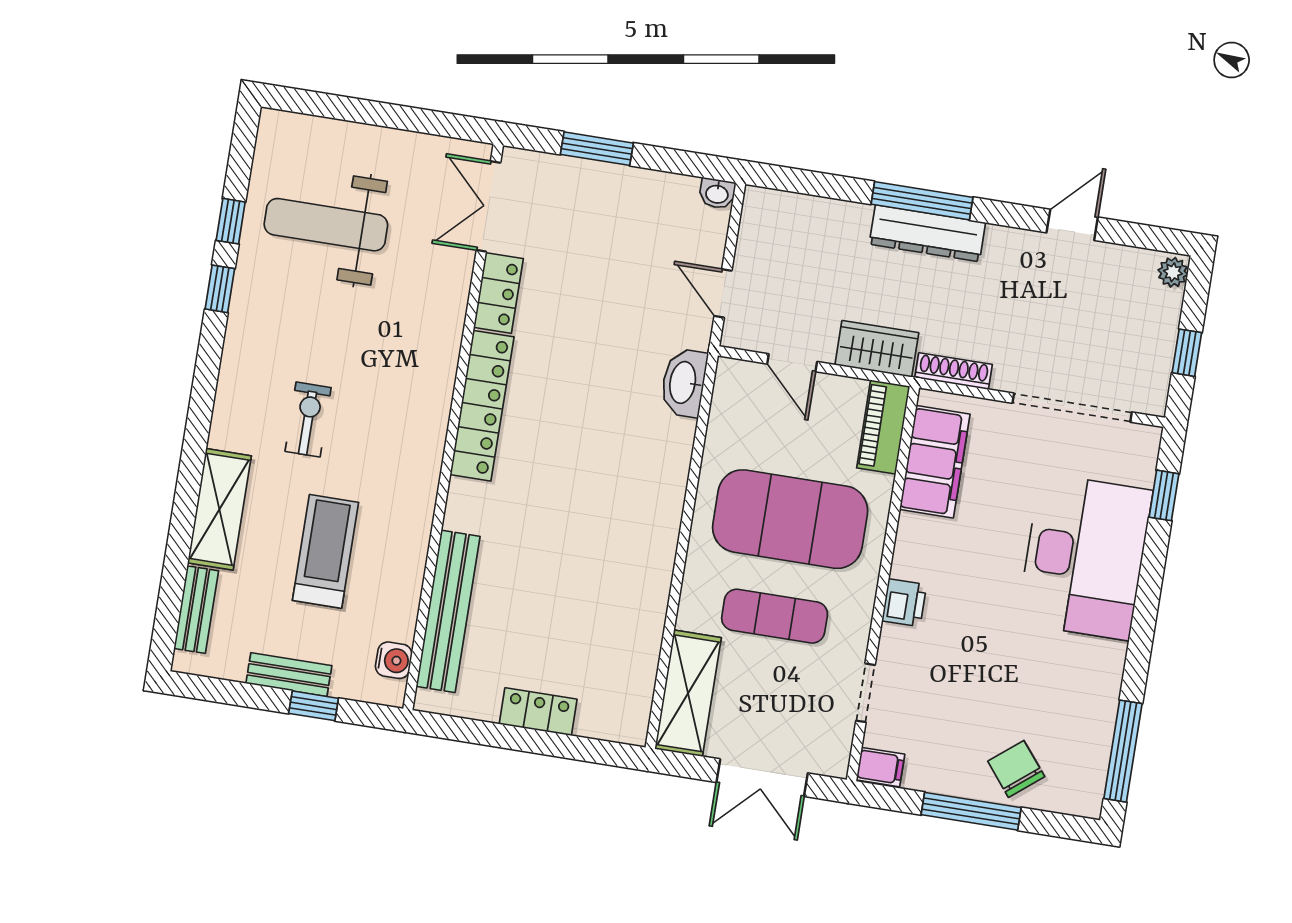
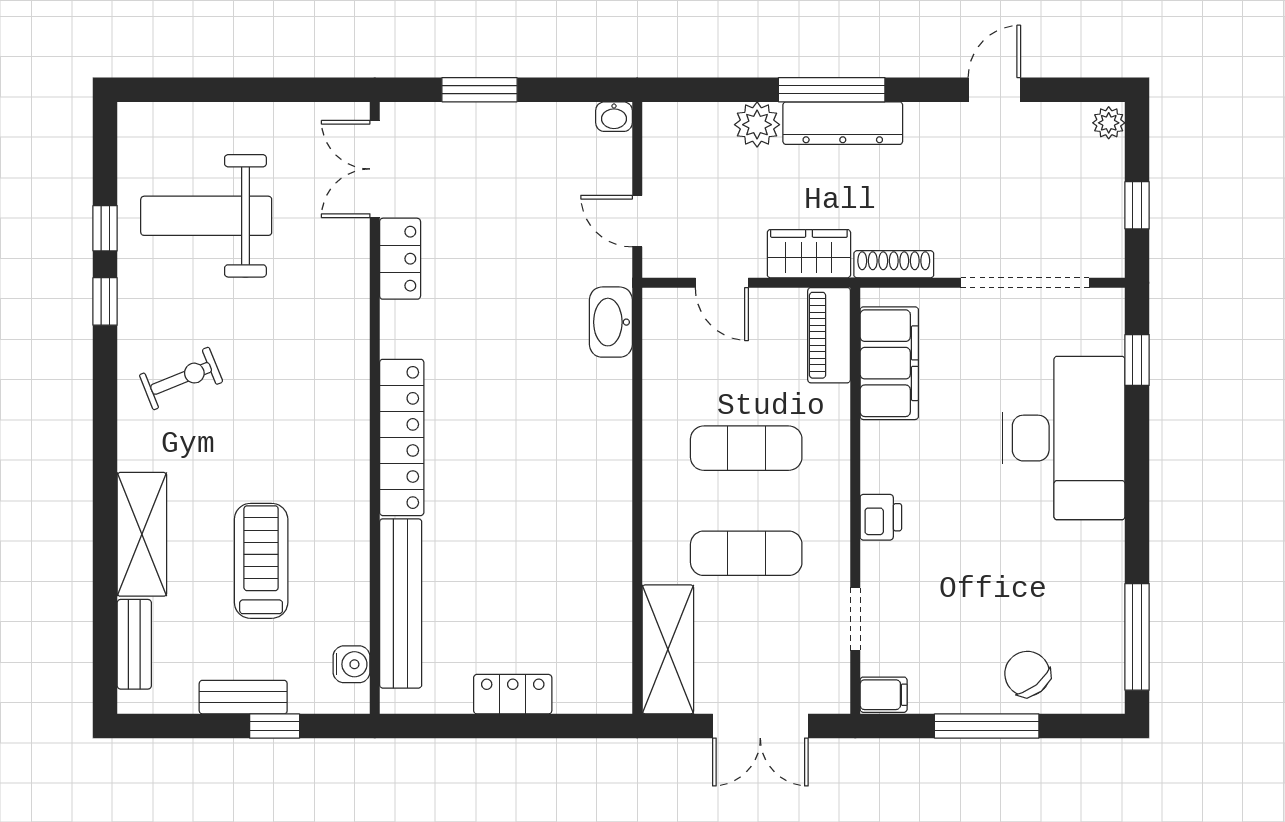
plant: (848, 222) -> (757, 125), added
locker: (482, 406) -> (402, 437), moved
exercise bike: (308, 419) -> (181, 378), moved, turned 68
exercise mat: (790, 519) -> (746, 448), width x0.50, depth x0.69

